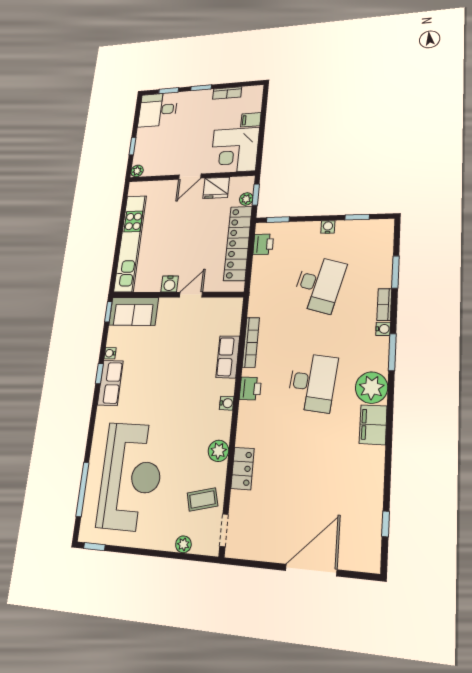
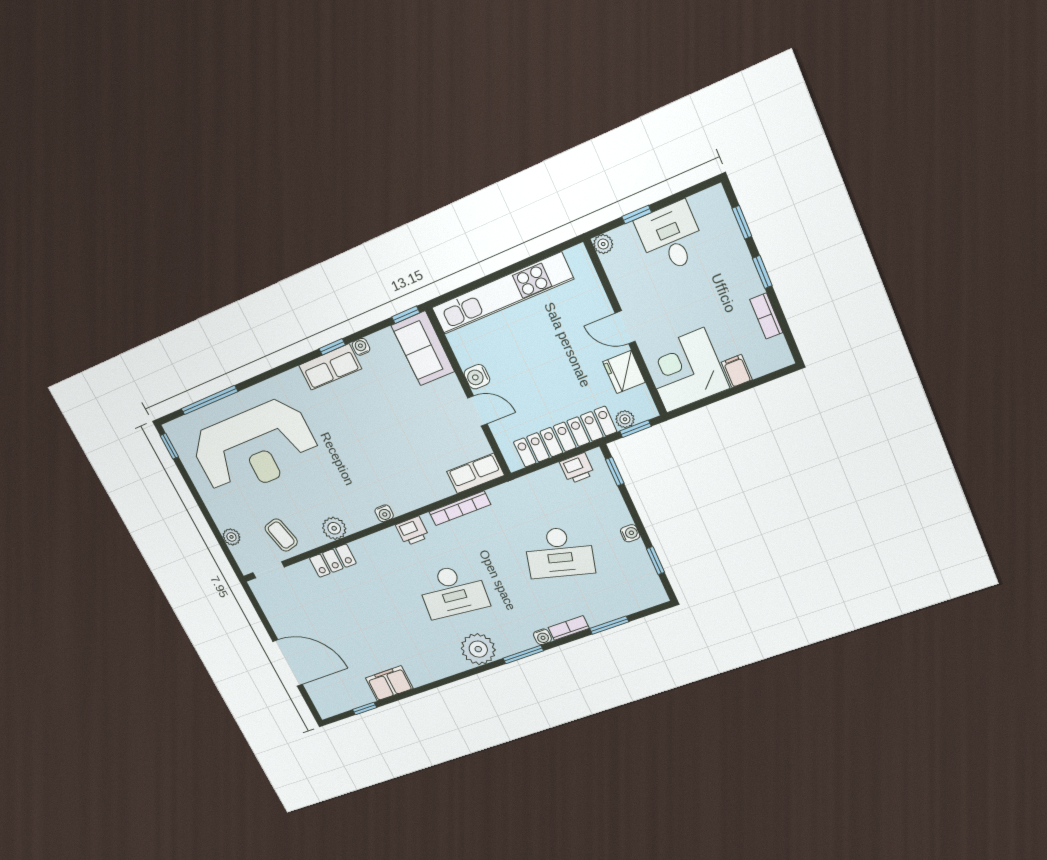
desk: (158, 110) -> (671, 237), moved
row of seats: (228, 357) -> (475, 473), moved
filing cabinet: (373, 425) -> (389, 683), moved

